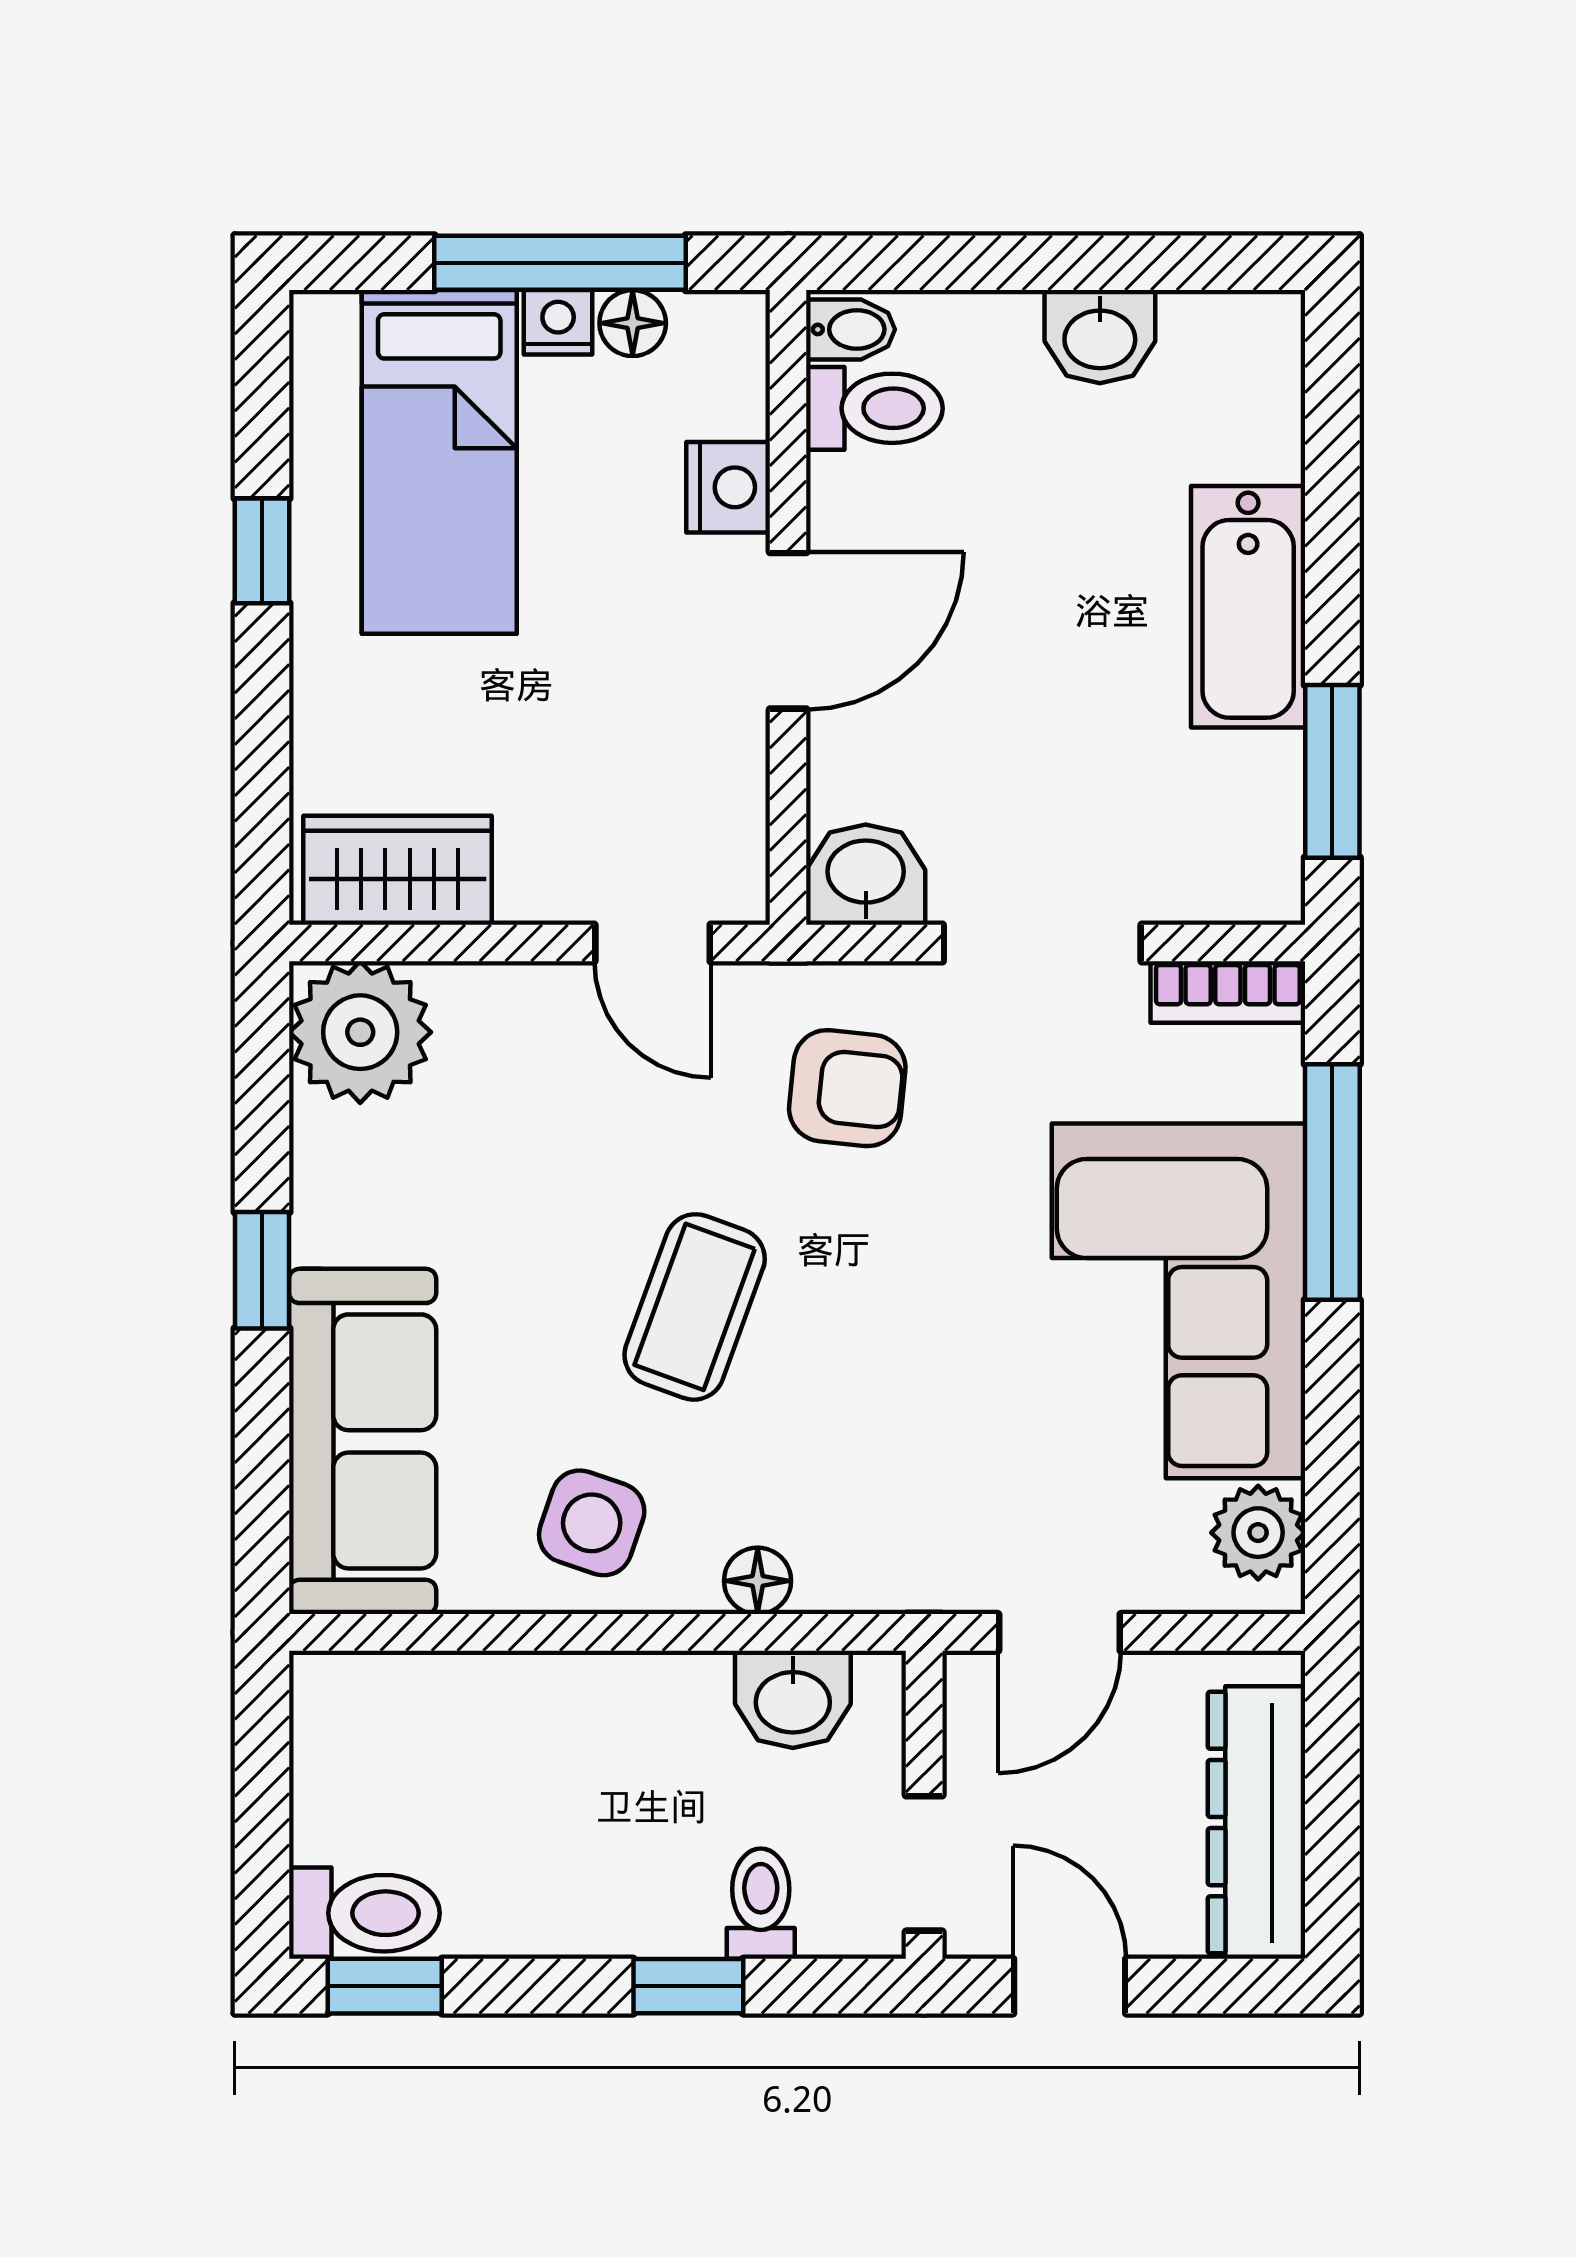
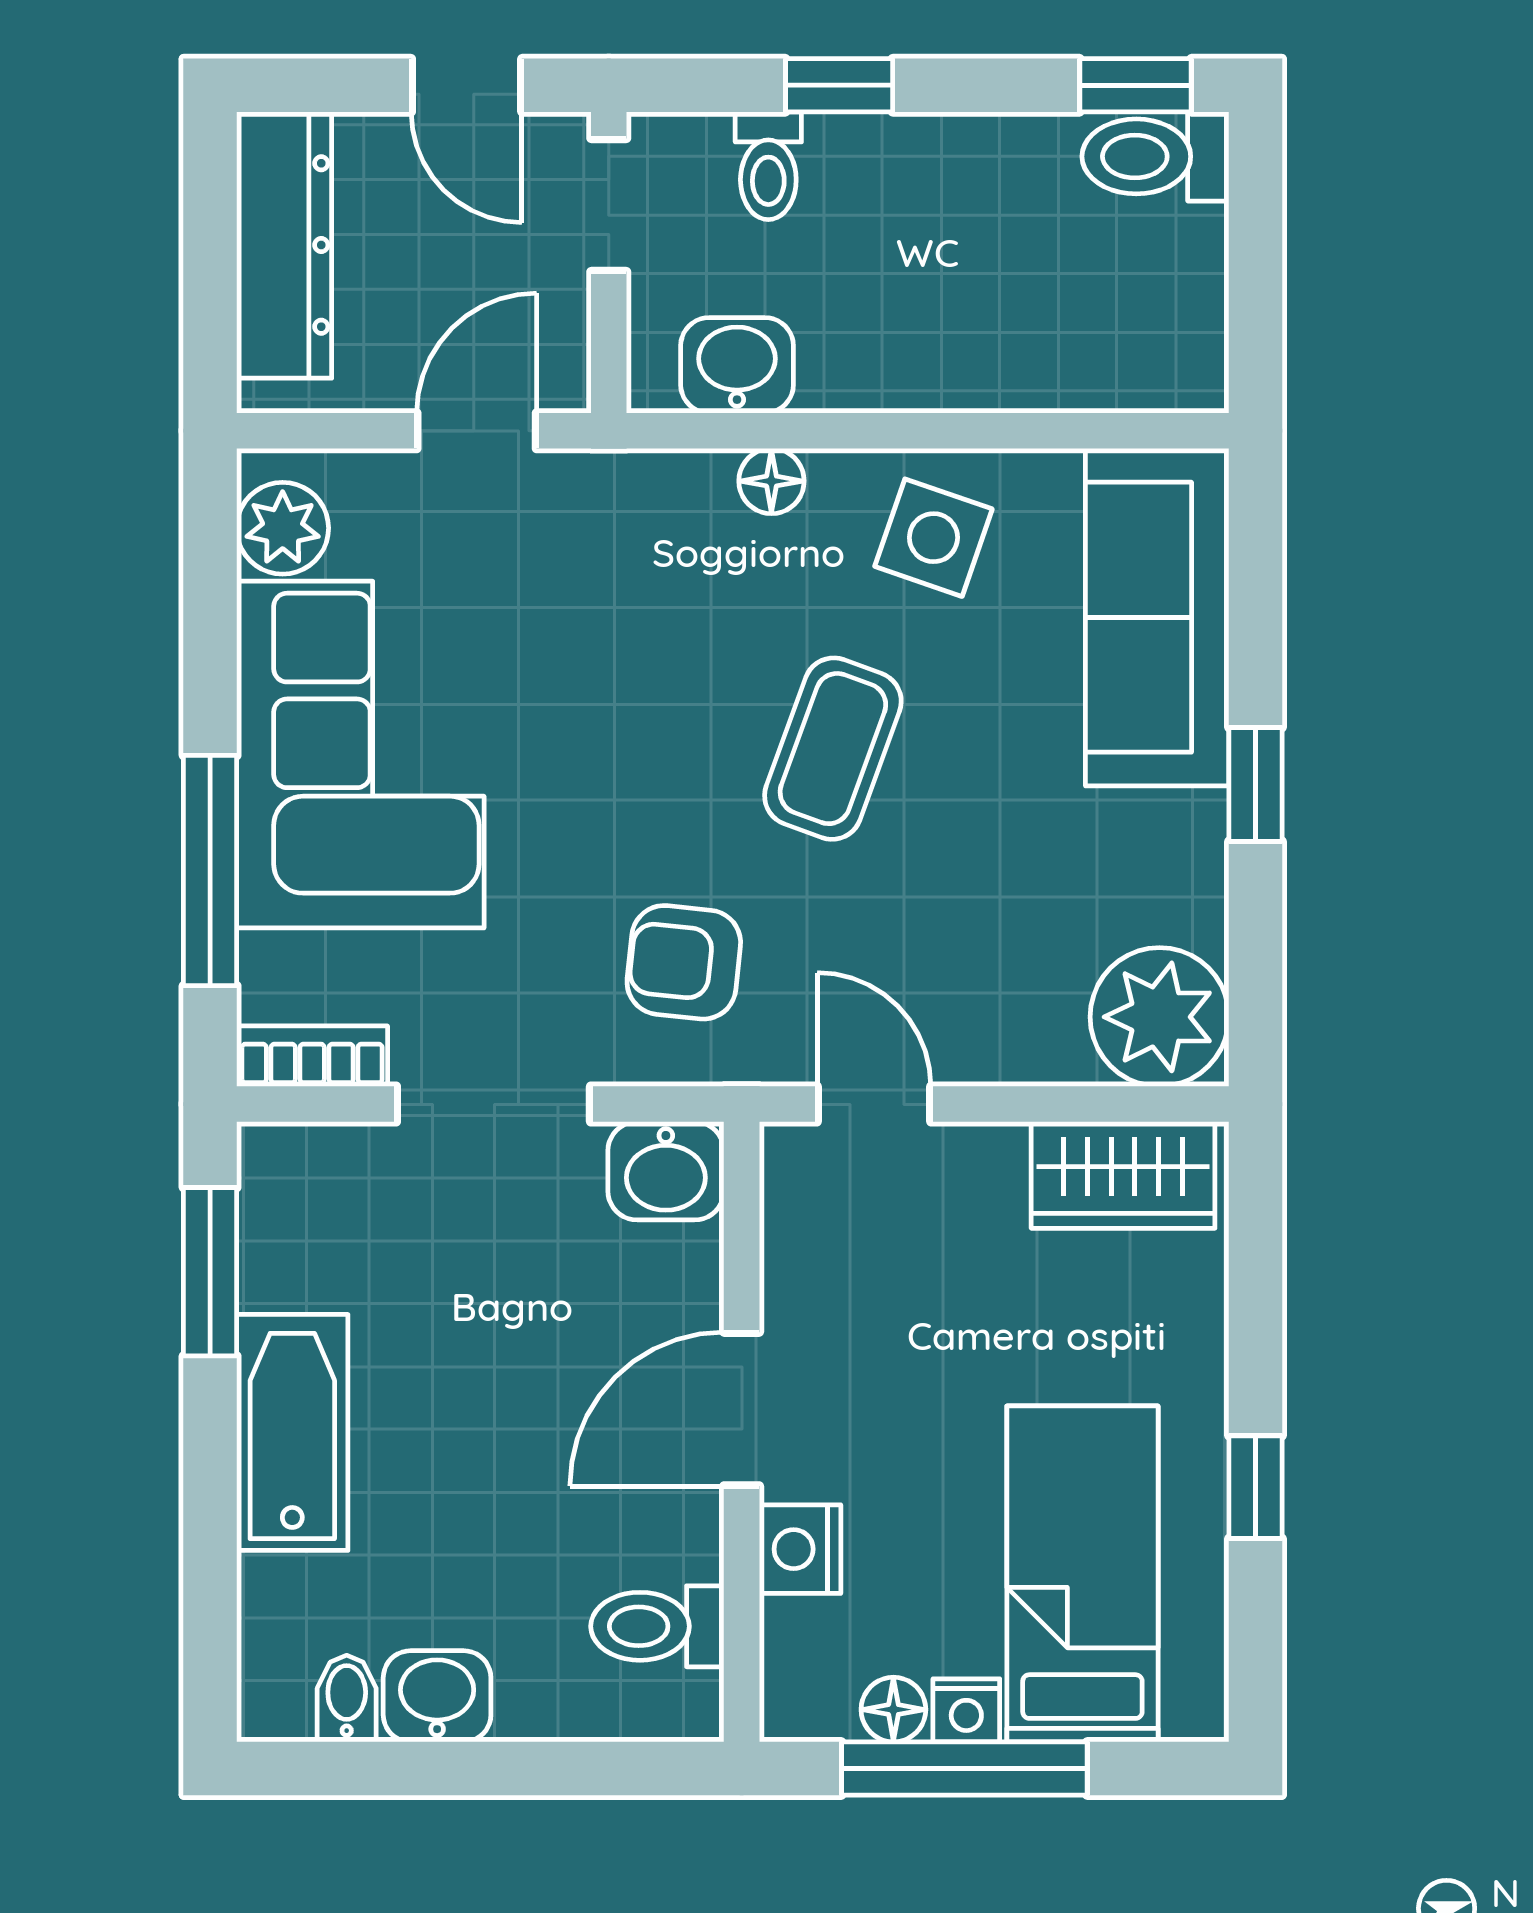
bidet: (851, 329) -> (347, 1699), moved, turned 90

